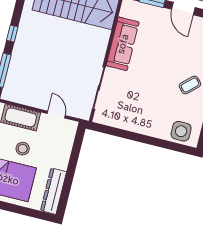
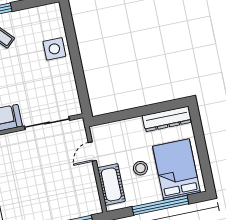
side table: (181, 131) -> (54, 49), moved

